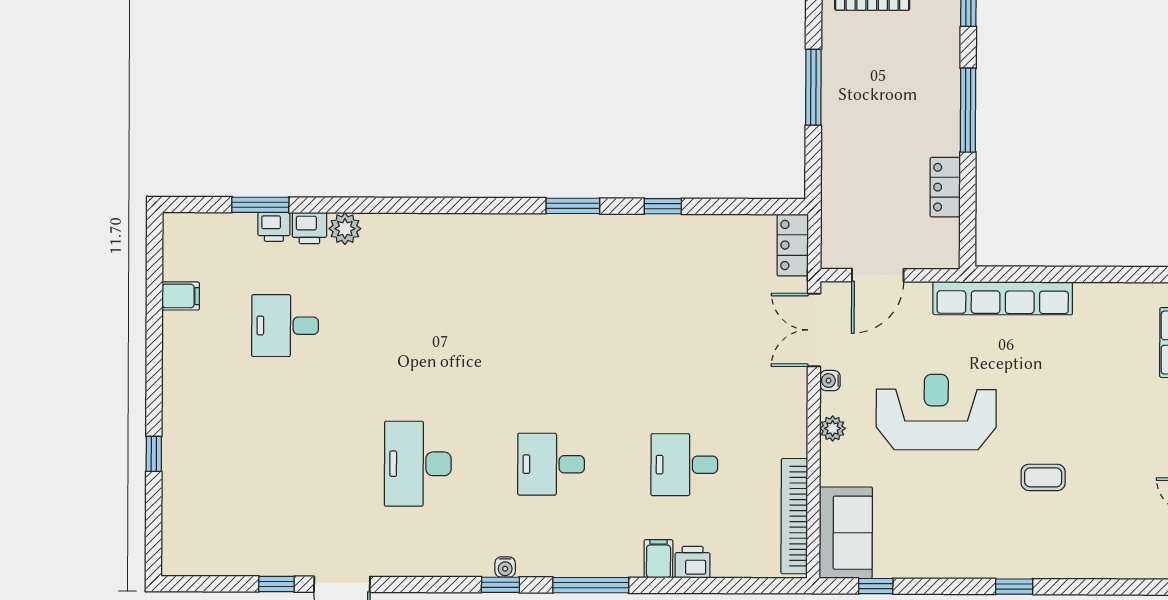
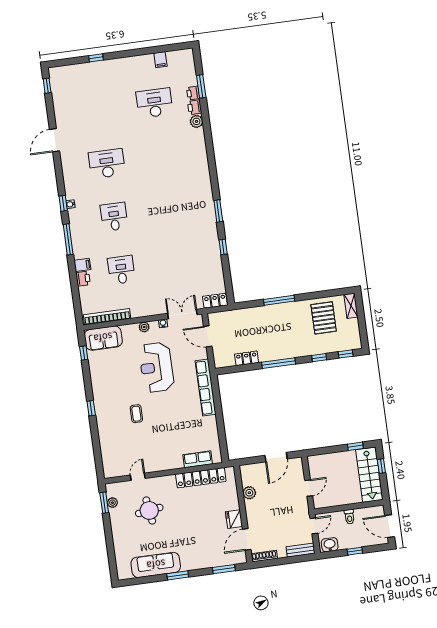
desk: (285, 326) -> (154, 103), width x1.37
reception desk: (936, 412) -> (156, 367), turned 180
window: (276, 584) -> (47, 86), moved

